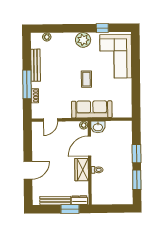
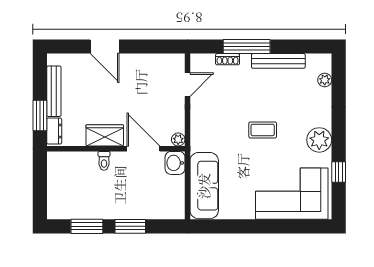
coffee table: (86, 79) -> (263, 130), moved
sofa: (92, 109) -> (204, 186), moved
door: (50, 120) -> (187, 85), swing flipped

